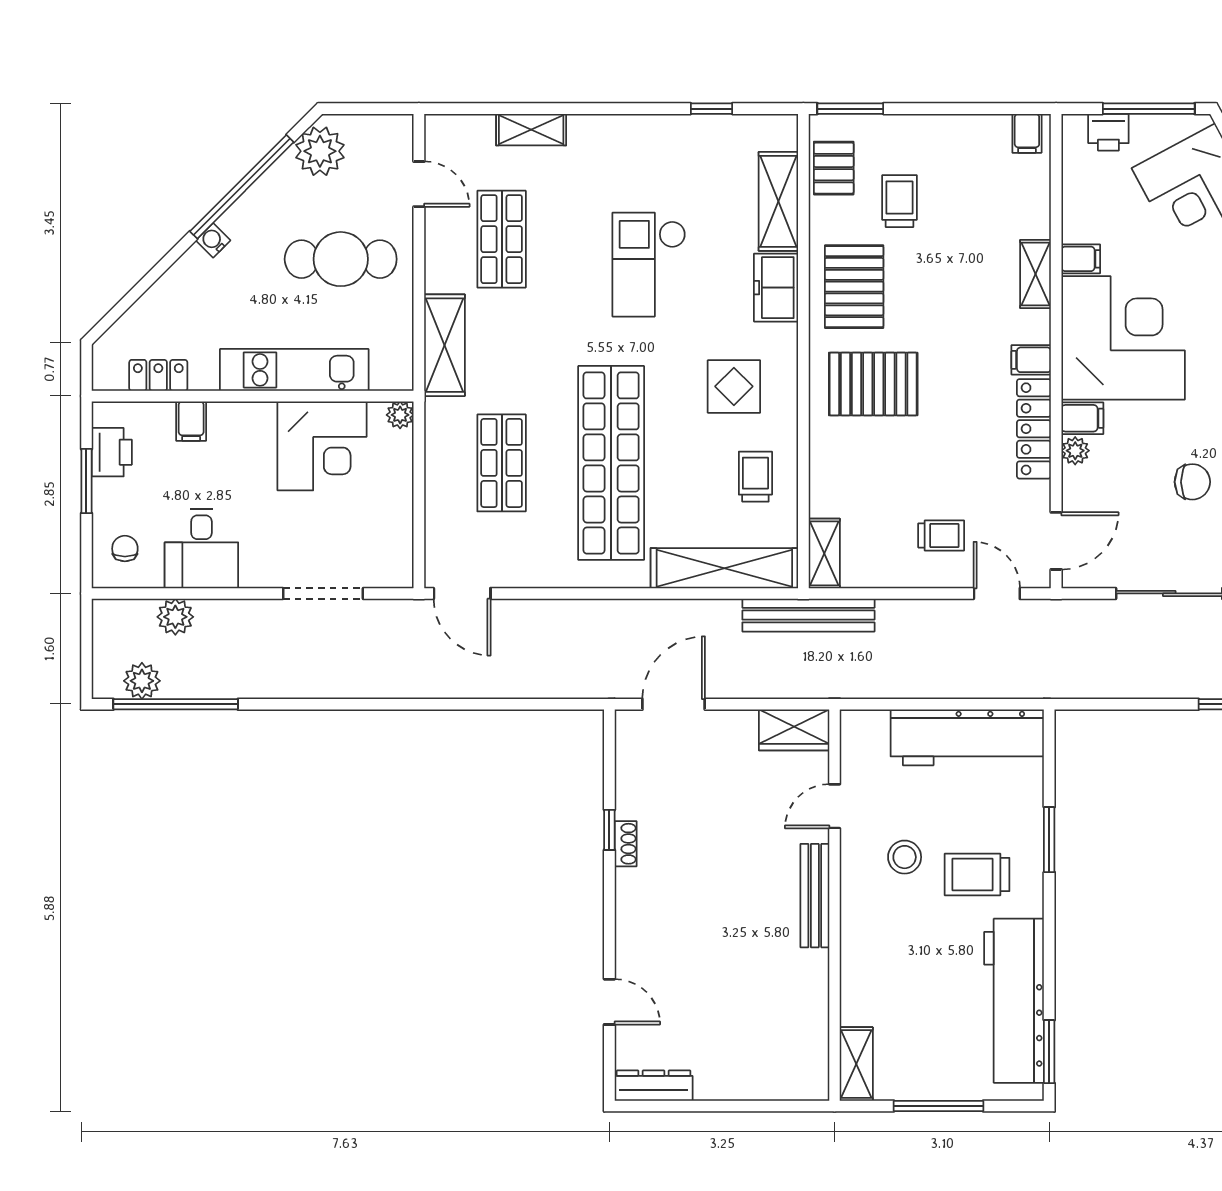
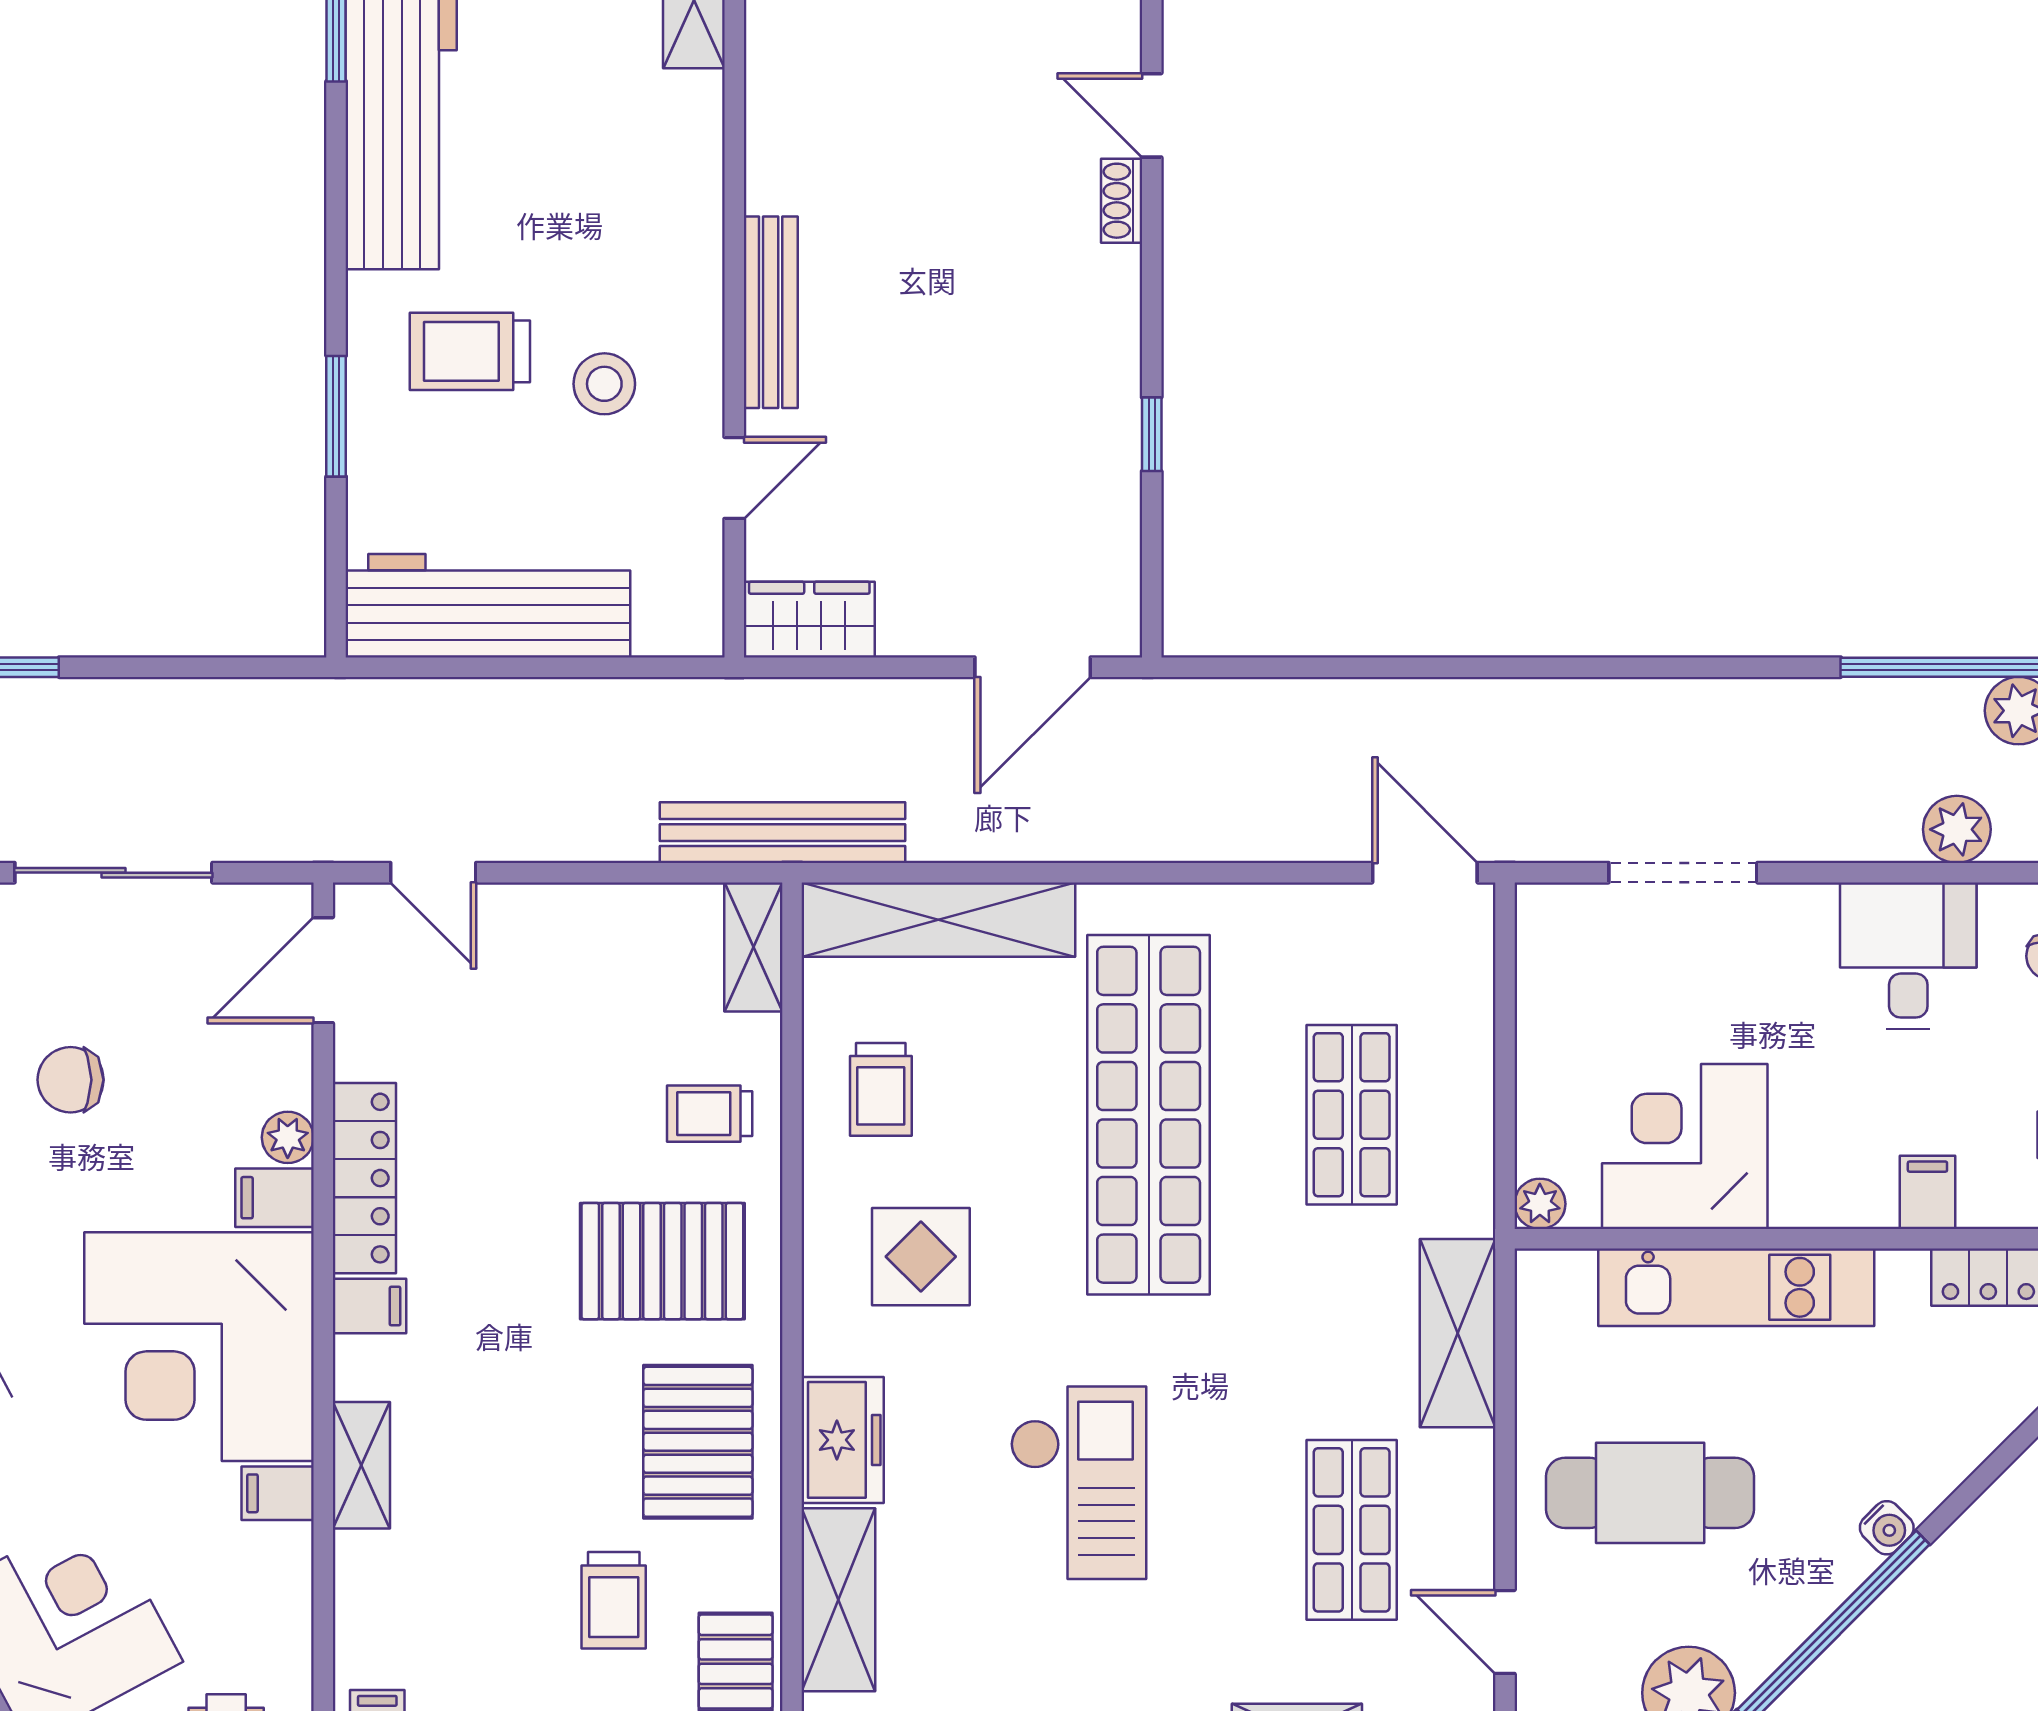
trolley: (941, 535) -> (710, 1114), moved
shoe rack: (626, 844) -> (1122, 201), moved
trolley: (977, 875) -> (470, 351), turned 180

